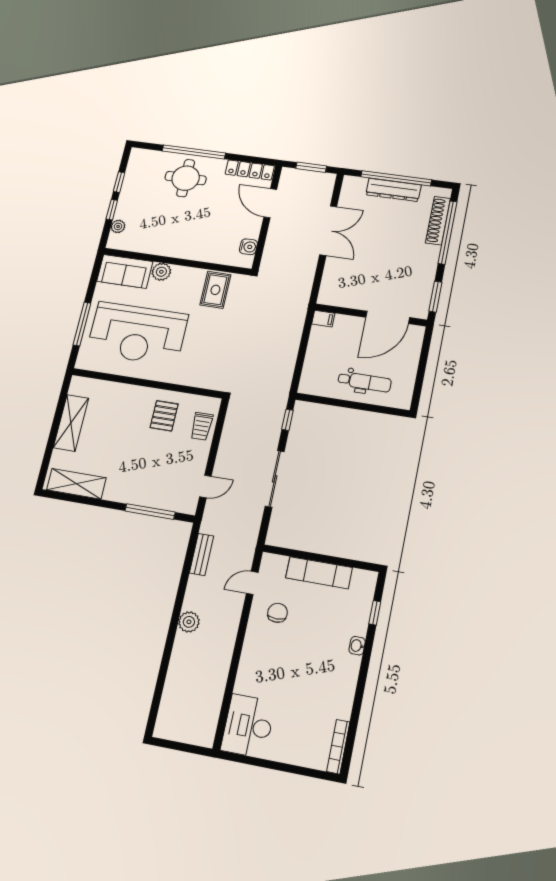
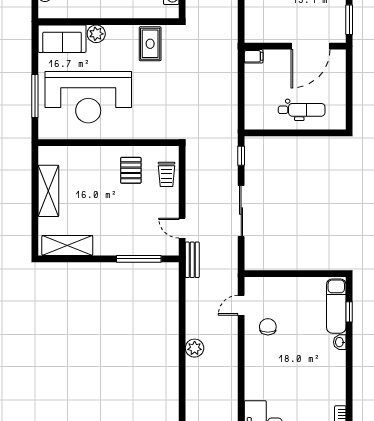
door: (205, 486) -> (182, 228), swing flipped
bench: (202, 554) -> (192, 260), moved
exam couch: (319, 573) -> (336, 306), moved, turned 90

